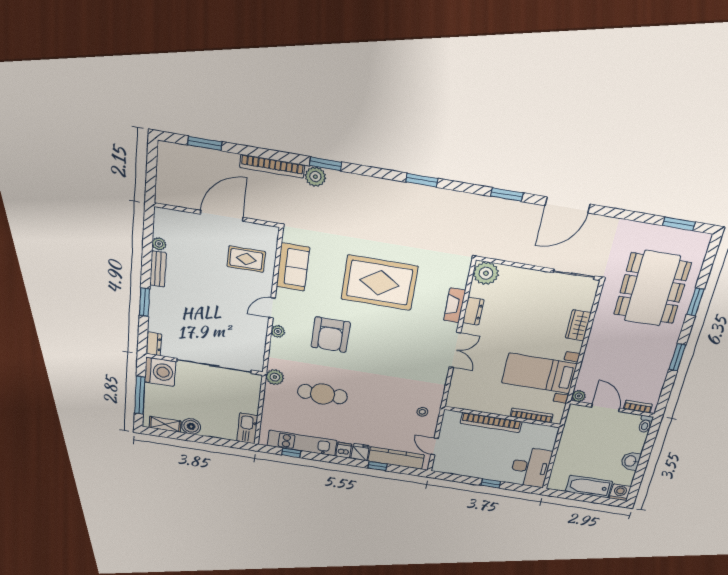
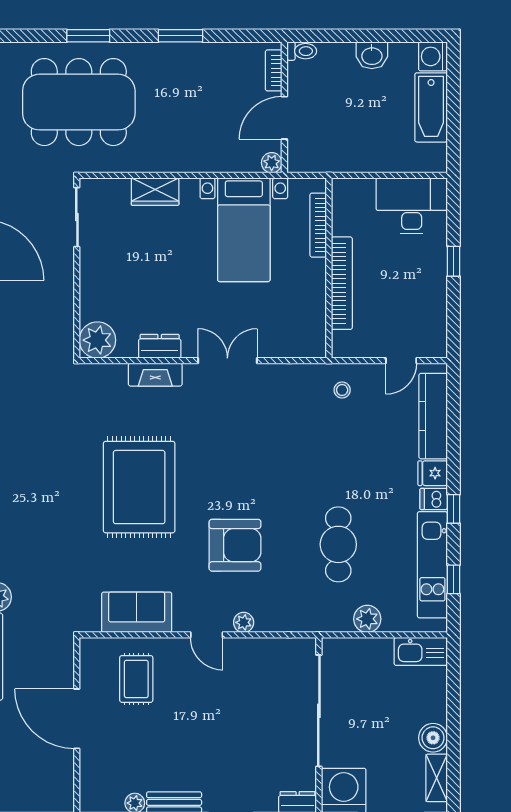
plant: (275, 377) -> (367, 619), moved
window: (377, 466) -> (454, 509), moved

